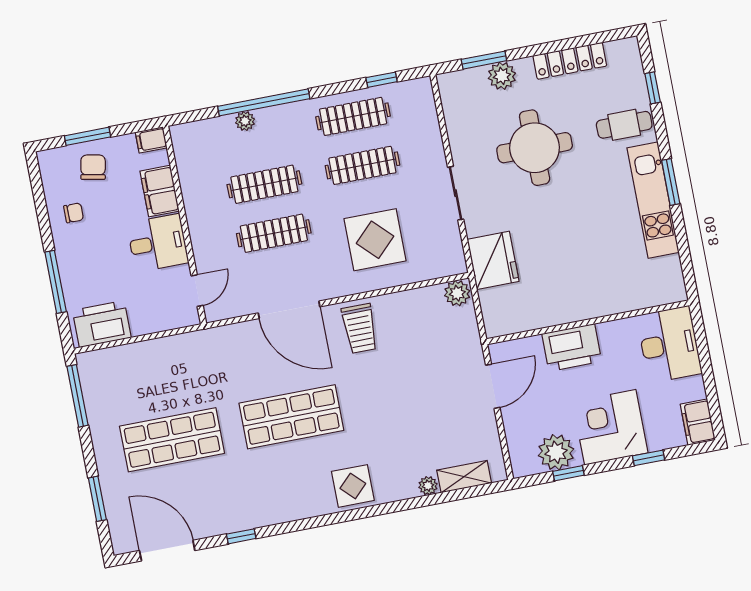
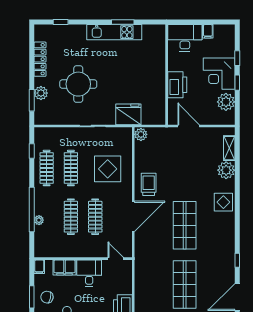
cafe table: (624, 125) -> (76, 39), removed
window: (671, 182) -> (123, 22), moved
trolley: (360, 328) -> (149, 184), turned -90
filing cabinet: (698, 422) -> (208, 31), moved, width x0.50
window: (568, 473) -> (237, 83), moved
plant: (428, 486) -> (226, 170), width x1.87, depth x1.87

